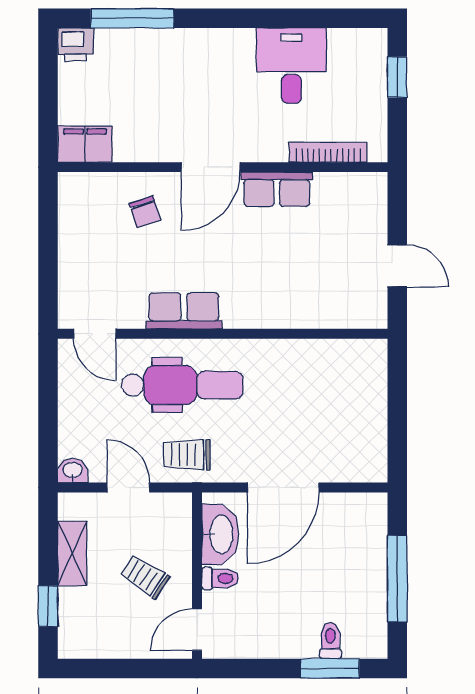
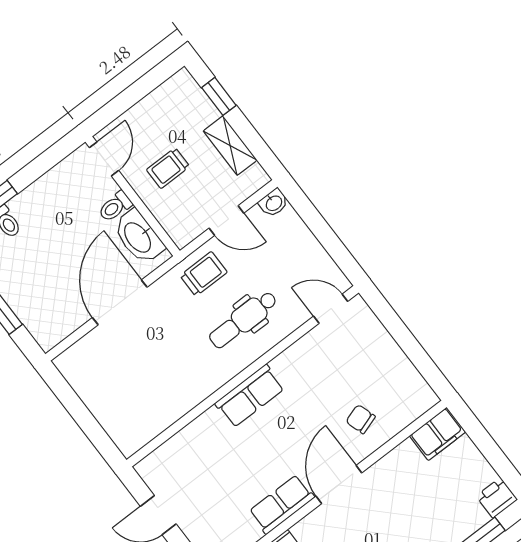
row of seats: (184, 311) -> (250, 396), moved
dental chair: (182, 385) -> (243, 320), width x0.73, depth x0.72
trolley: (145, 576) -> (168, 168), turned 147

